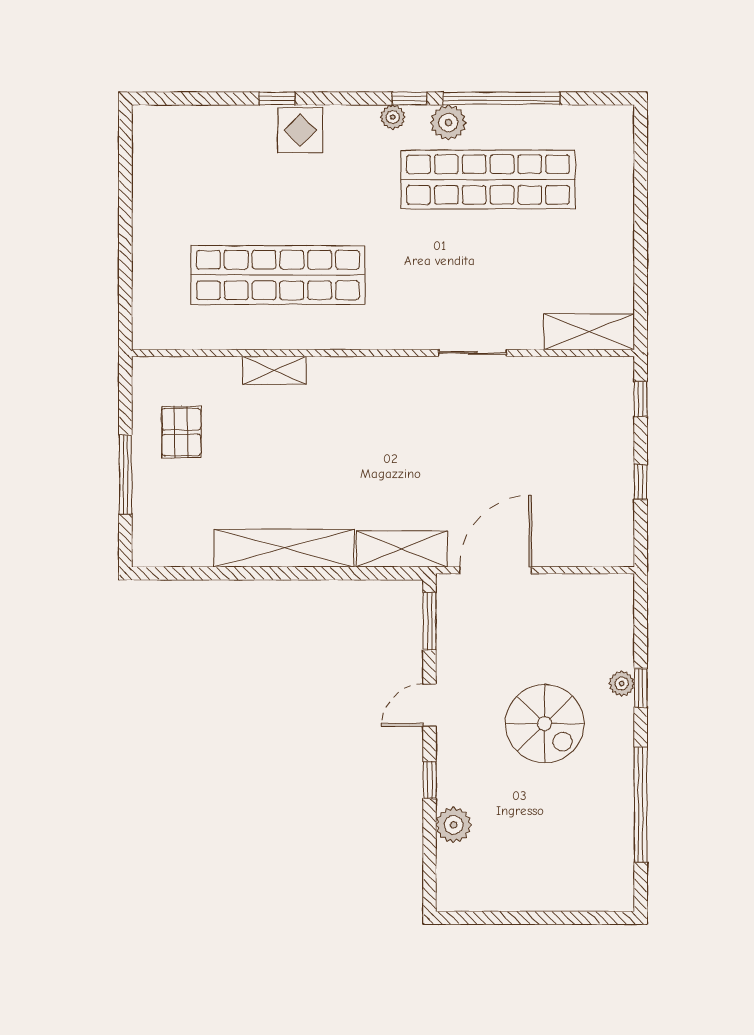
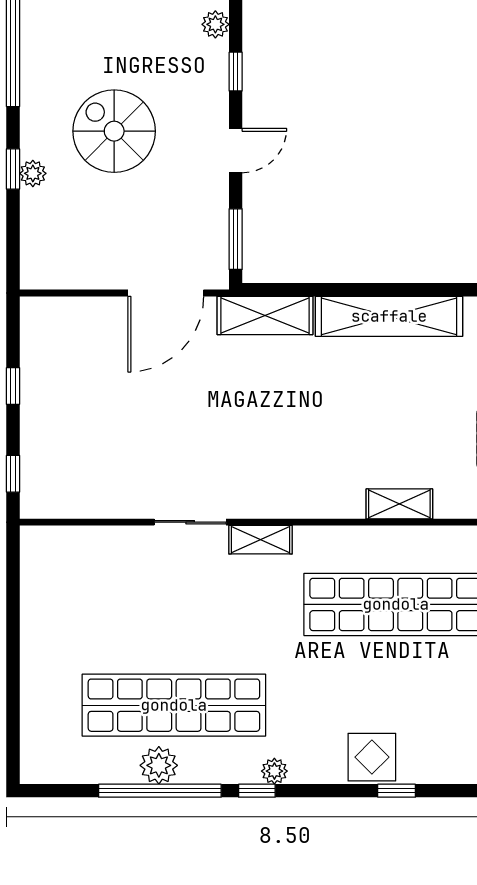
plant: (448, 123) -> (159, 765), moved
shelving: (589, 332) -> (261, 540), moved, width x0.67, depth x0.75
plant: (454, 825) -> (215, 24), width x0.73, depth x0.73

